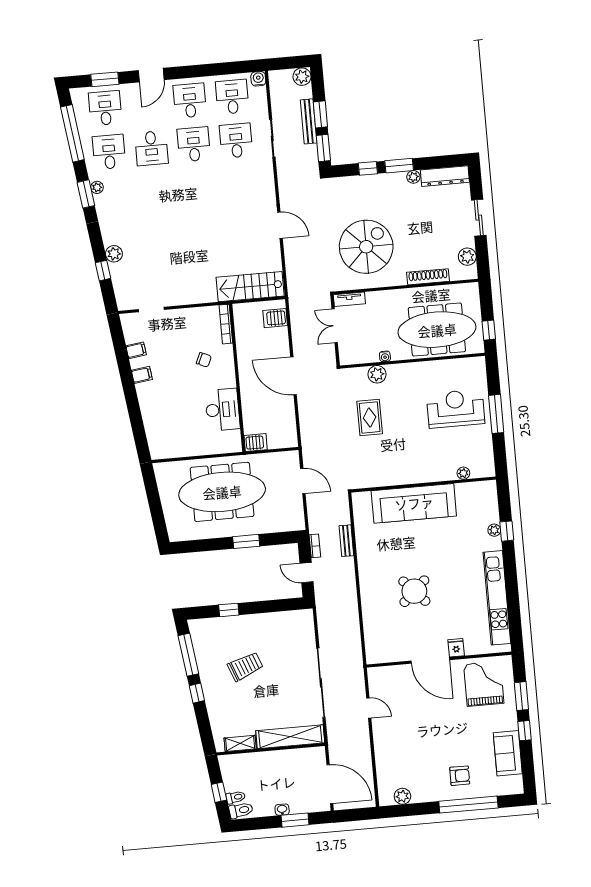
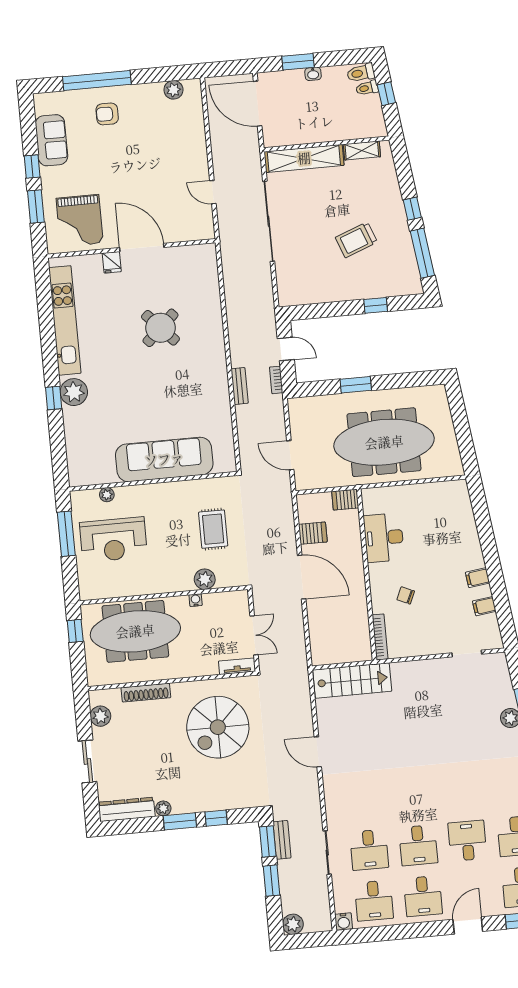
bench: (309, 121) -> (282, 840), moved, width x0.73
server rack: (275, 318) -> (313, 533), moved
plant: (463, 473) -> (107, 495), moved
wall: (423, 485) -> (153, 481), moved
sofa: (414, 503) -> (164, 459), moved
plant: (494, 530) -> (74, 392), width x1.88, depth x1.88

